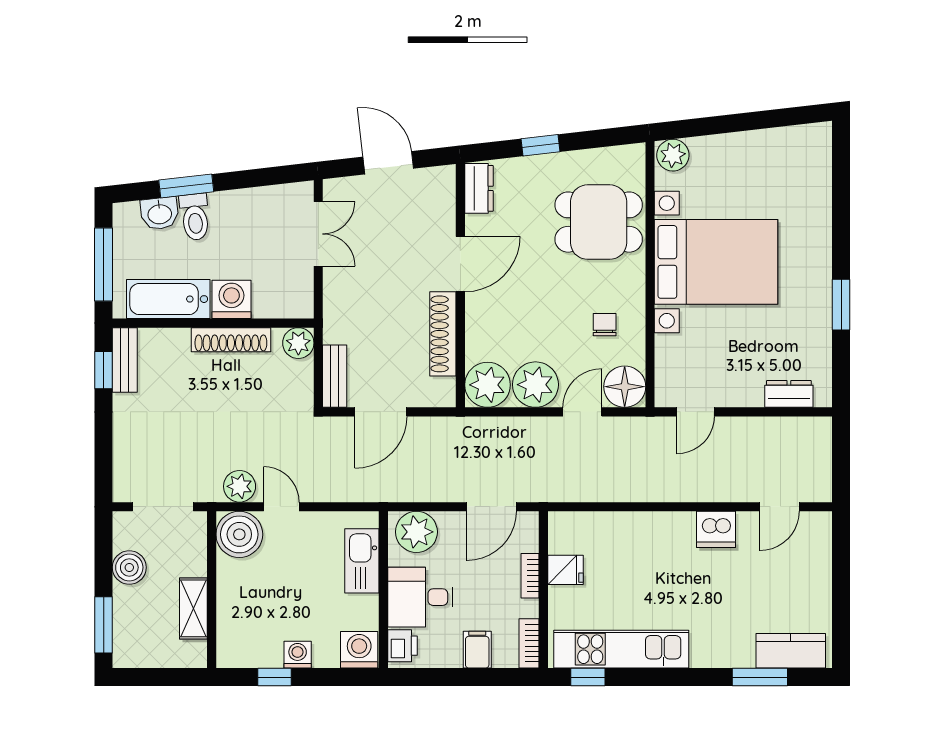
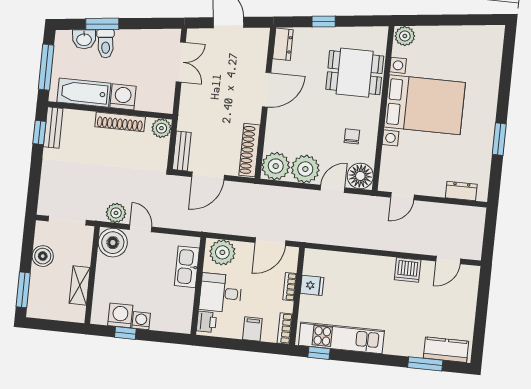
shoe rack: (443, 334) -> (250, 150), moved
washing machine: (359, 650) -> (120, 315), moved

